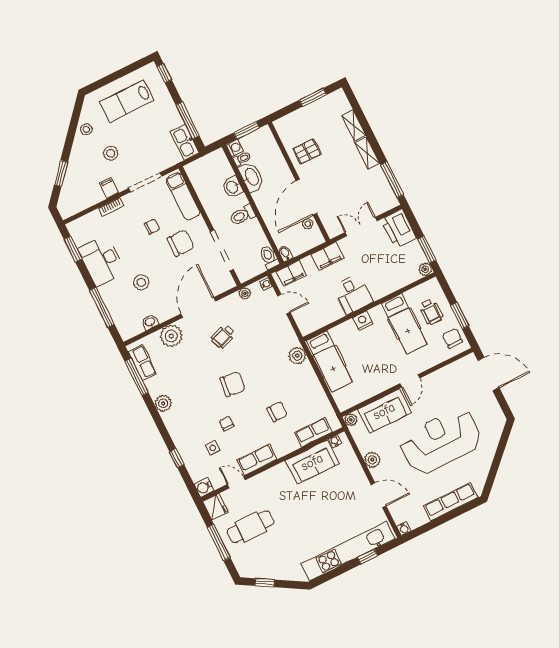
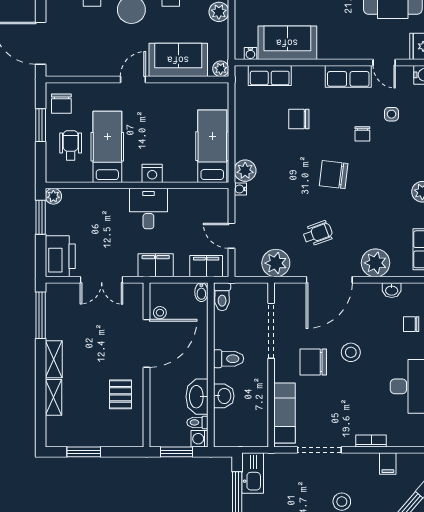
pallet: (307, 151) -> (120, 394), turned 90
filing cabinet: (109, 188) -> (388, 464), moved
chair: (152, 226) -> (411, 324), moved
stool: (141, 282) -> (351, 352), moved
water cooler: (266, 284) -> (240, 189), moved
plant: (245, 293) -> (276, 263), width x1.88, depth x1.88

